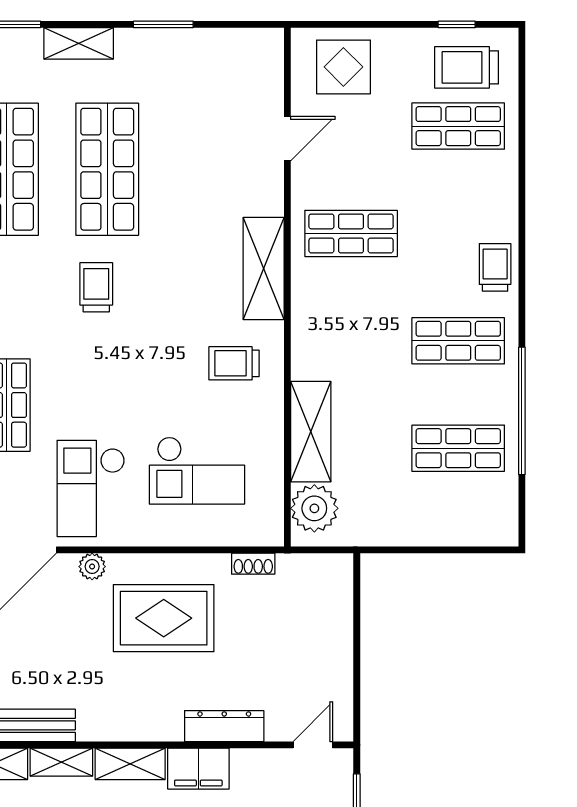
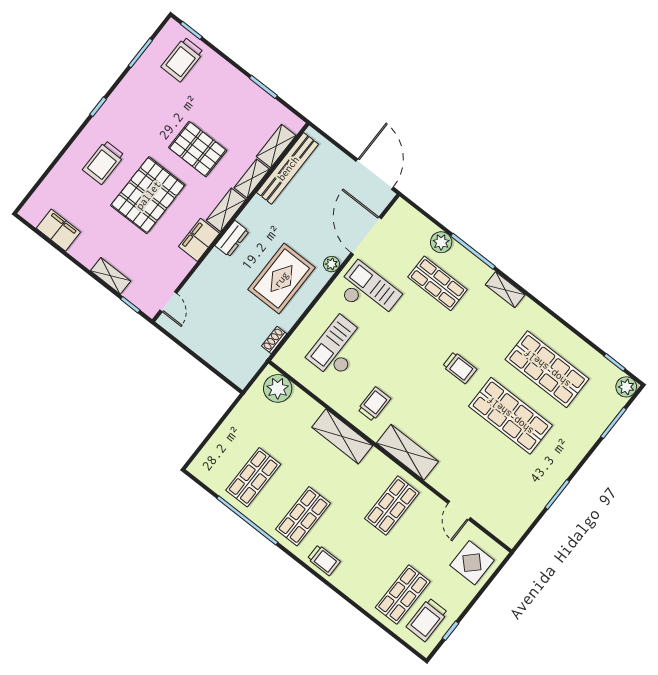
shelving: (79, 43) -> (579, 448), removed
trolley: (466, 67) -> (427, 620), turned 180
shelving: (311, 432) -> (342, 436), moved
dresser: (224, 726) -> (232, 239), moved, width x0.70

